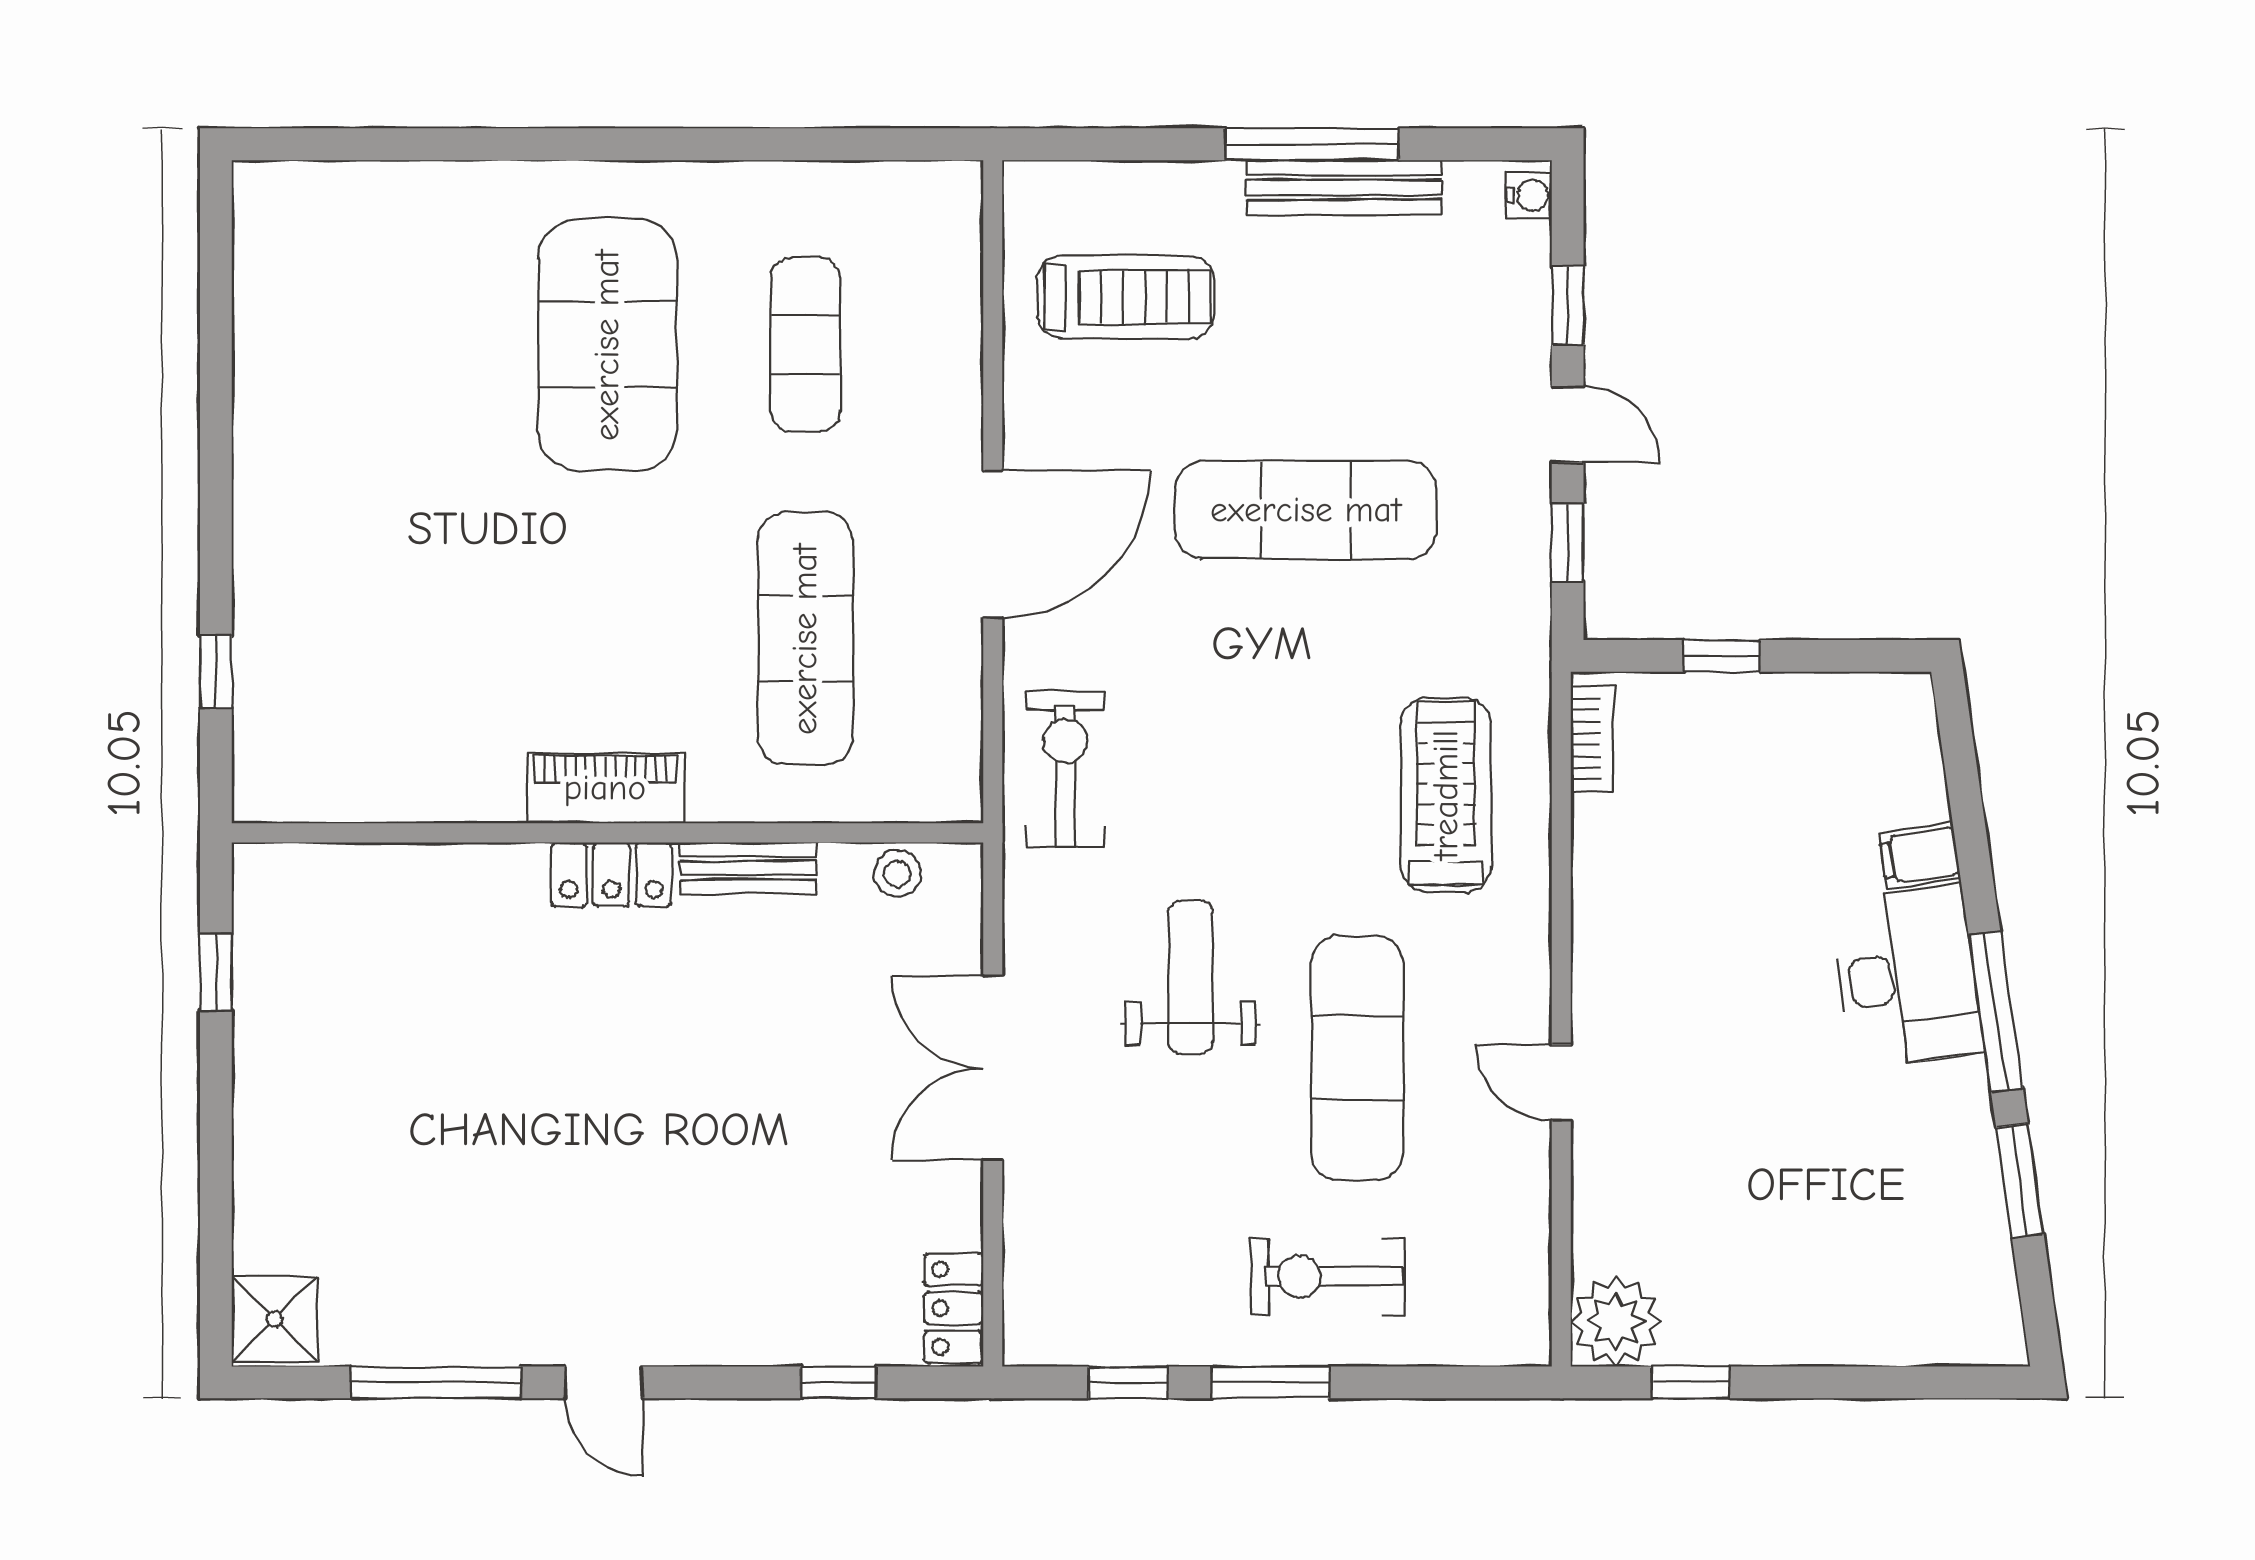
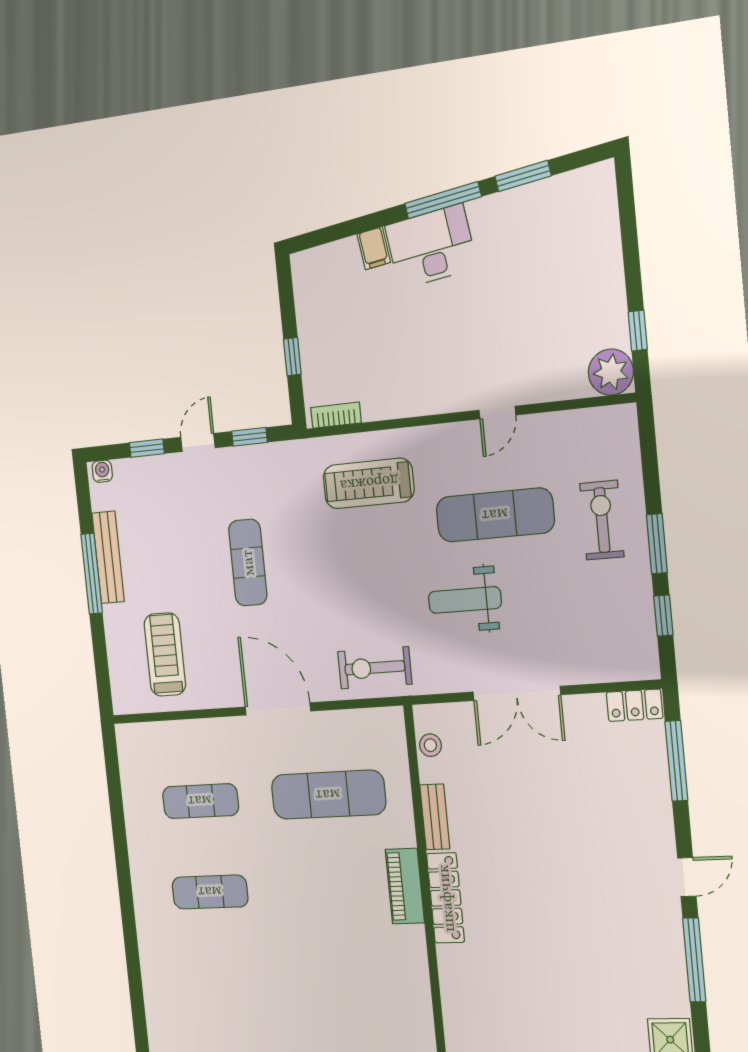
exercise mat: (607, 345) -> (210, 892), width x0.50, depth x0.69
exercise mat: (1306, 510) -> (248, 563), width x0.73, depth x0.69
locker: (611, 874) -> (446, 898), width x1.53
exercise bike: (1327, 1276) -> (602, 520), turned 180
window: (838, 1382) -> (676, 761), width x2.17

